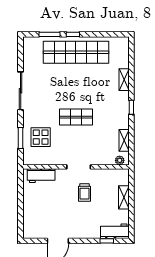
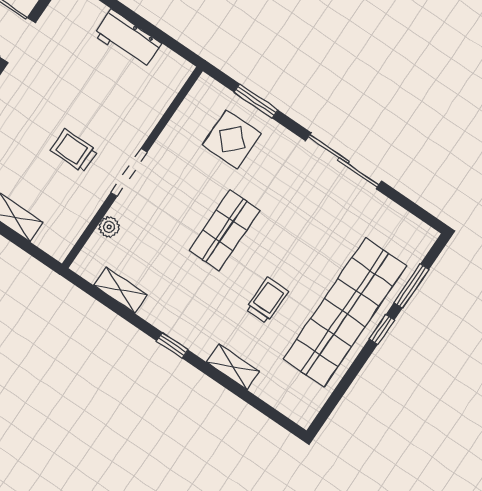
trolley: (91, 84) -> (267, 300), added
plant: (120, 160) -> (109, 227), moved
workbench: (41, 176) -> (128, 39), moved, turned -90

